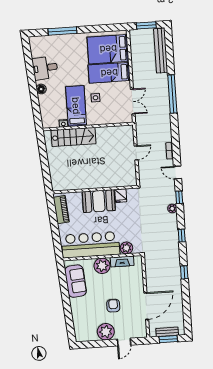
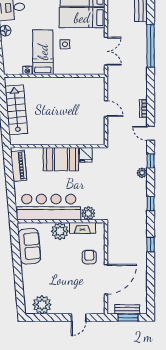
stairs: (73, 137) -> (16, 110), moved, turned -95
door: (136, 153) -> (106, 108), hinge flipped
armchair: (113, 306) -> (89, 257), moved
plant: (106, 332) -> (42, 305), moved

